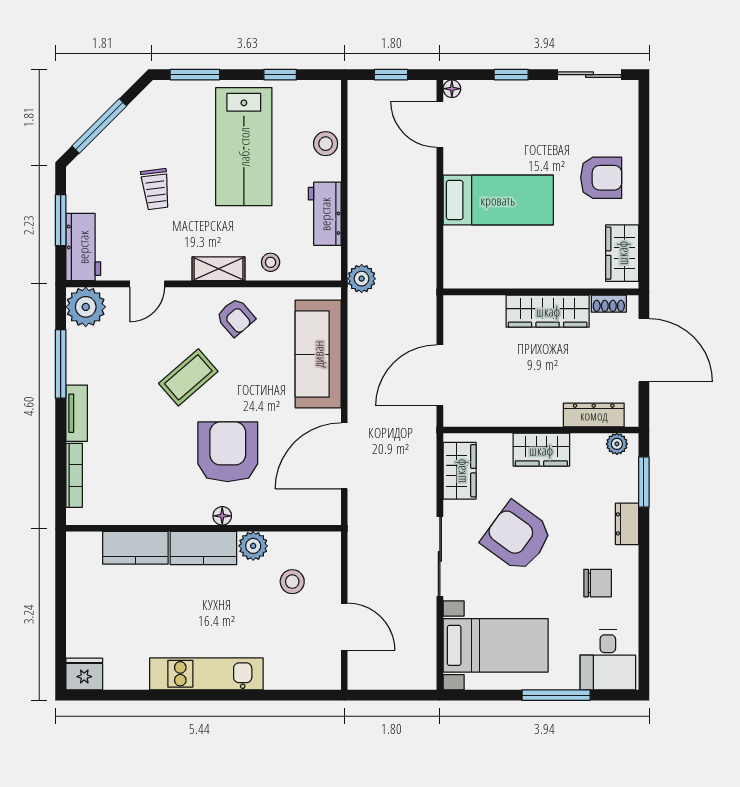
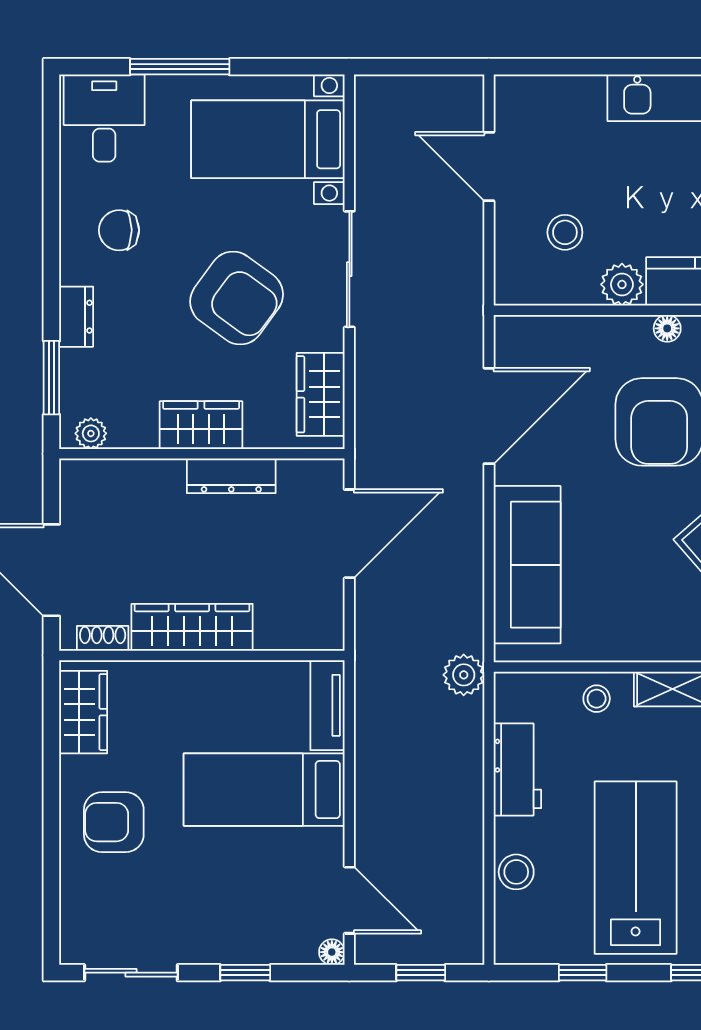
tv unit: (455, 258) -> (328, 705), added
armchair: (236, 317) -> (648, 618), removed
dresser: (594, 415) -> (231, 476), moved

